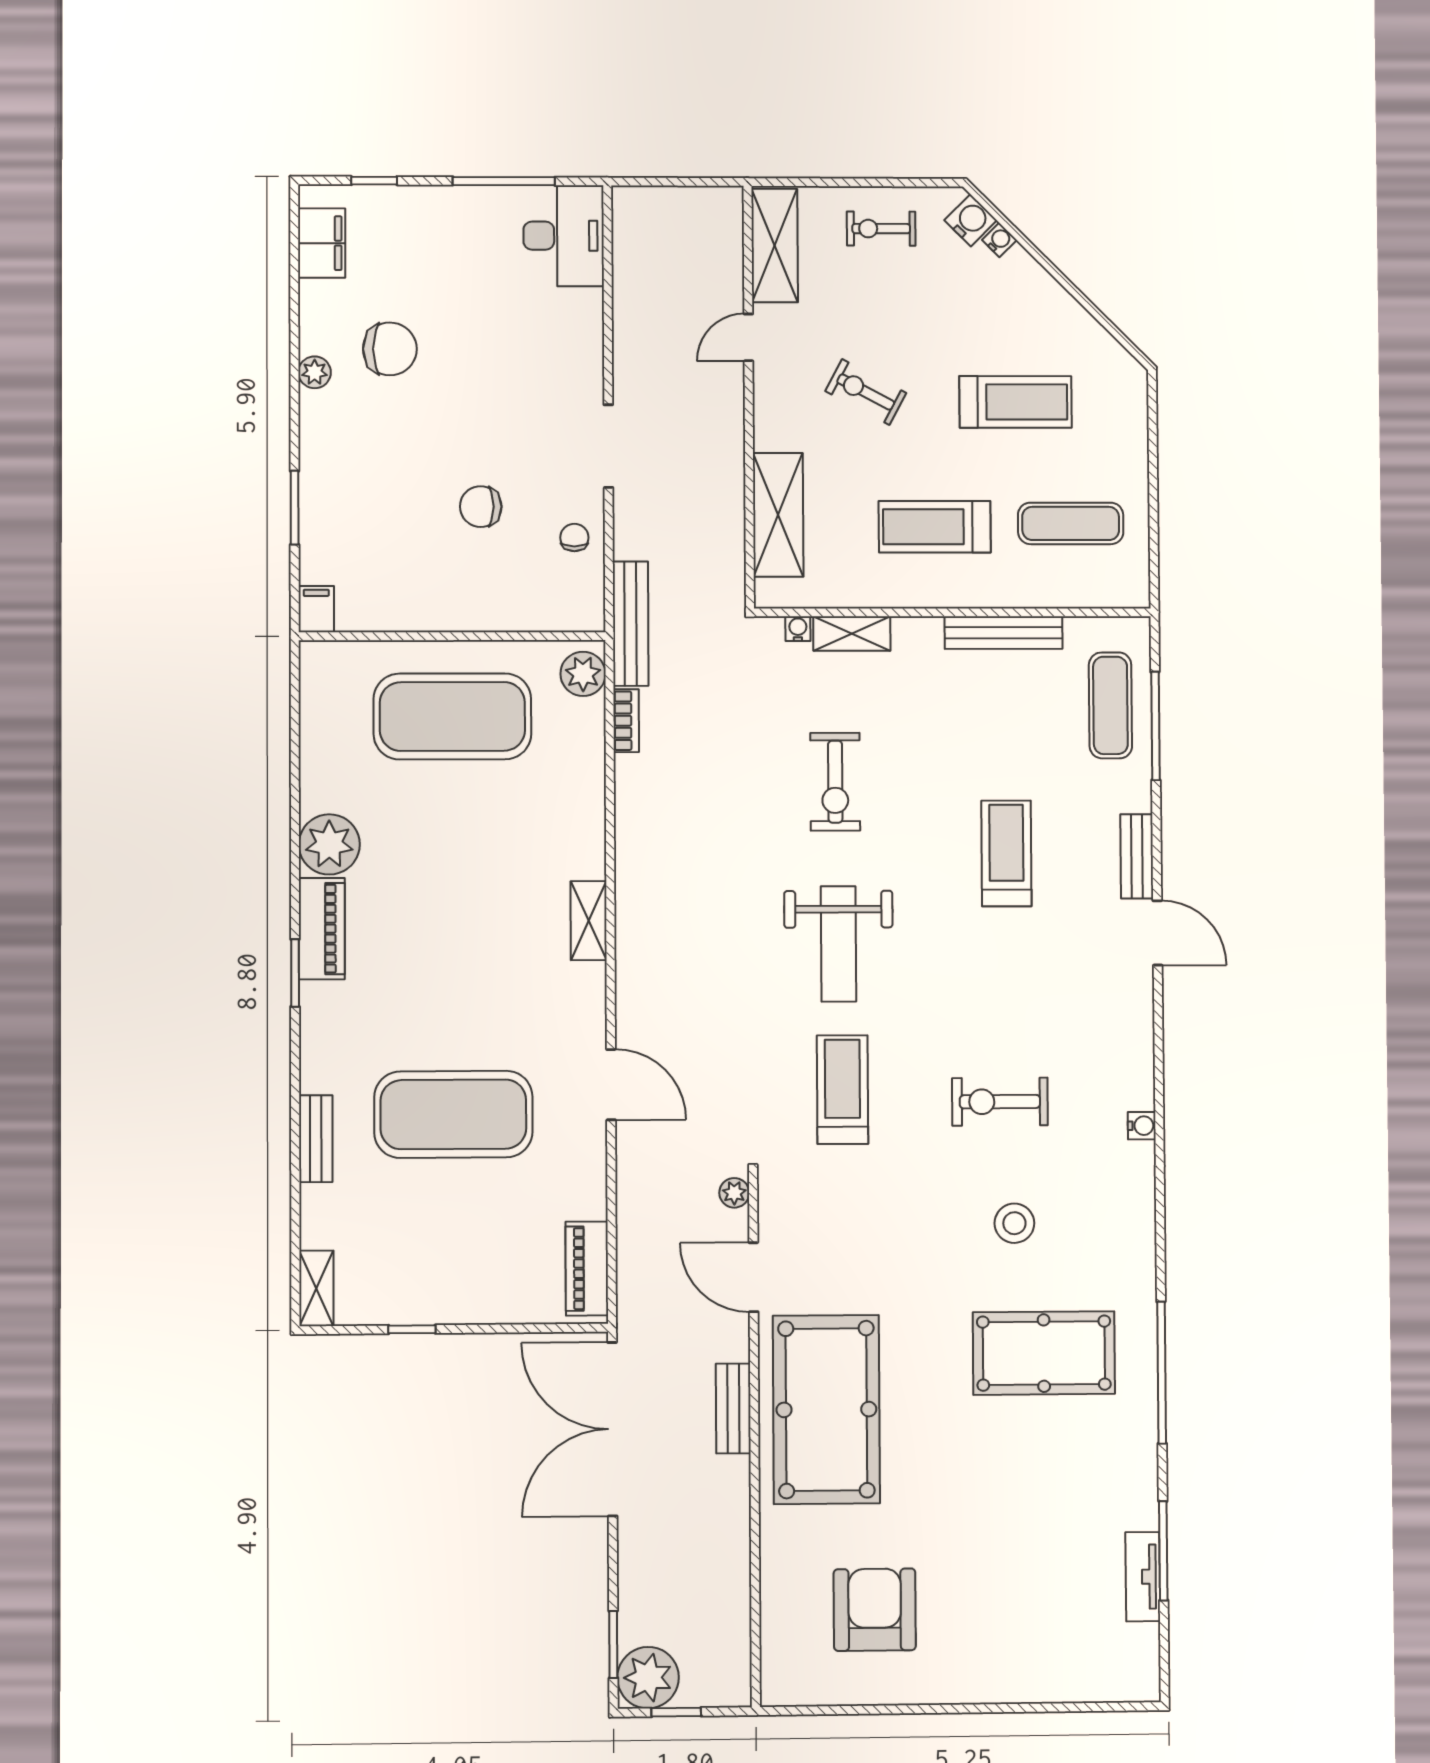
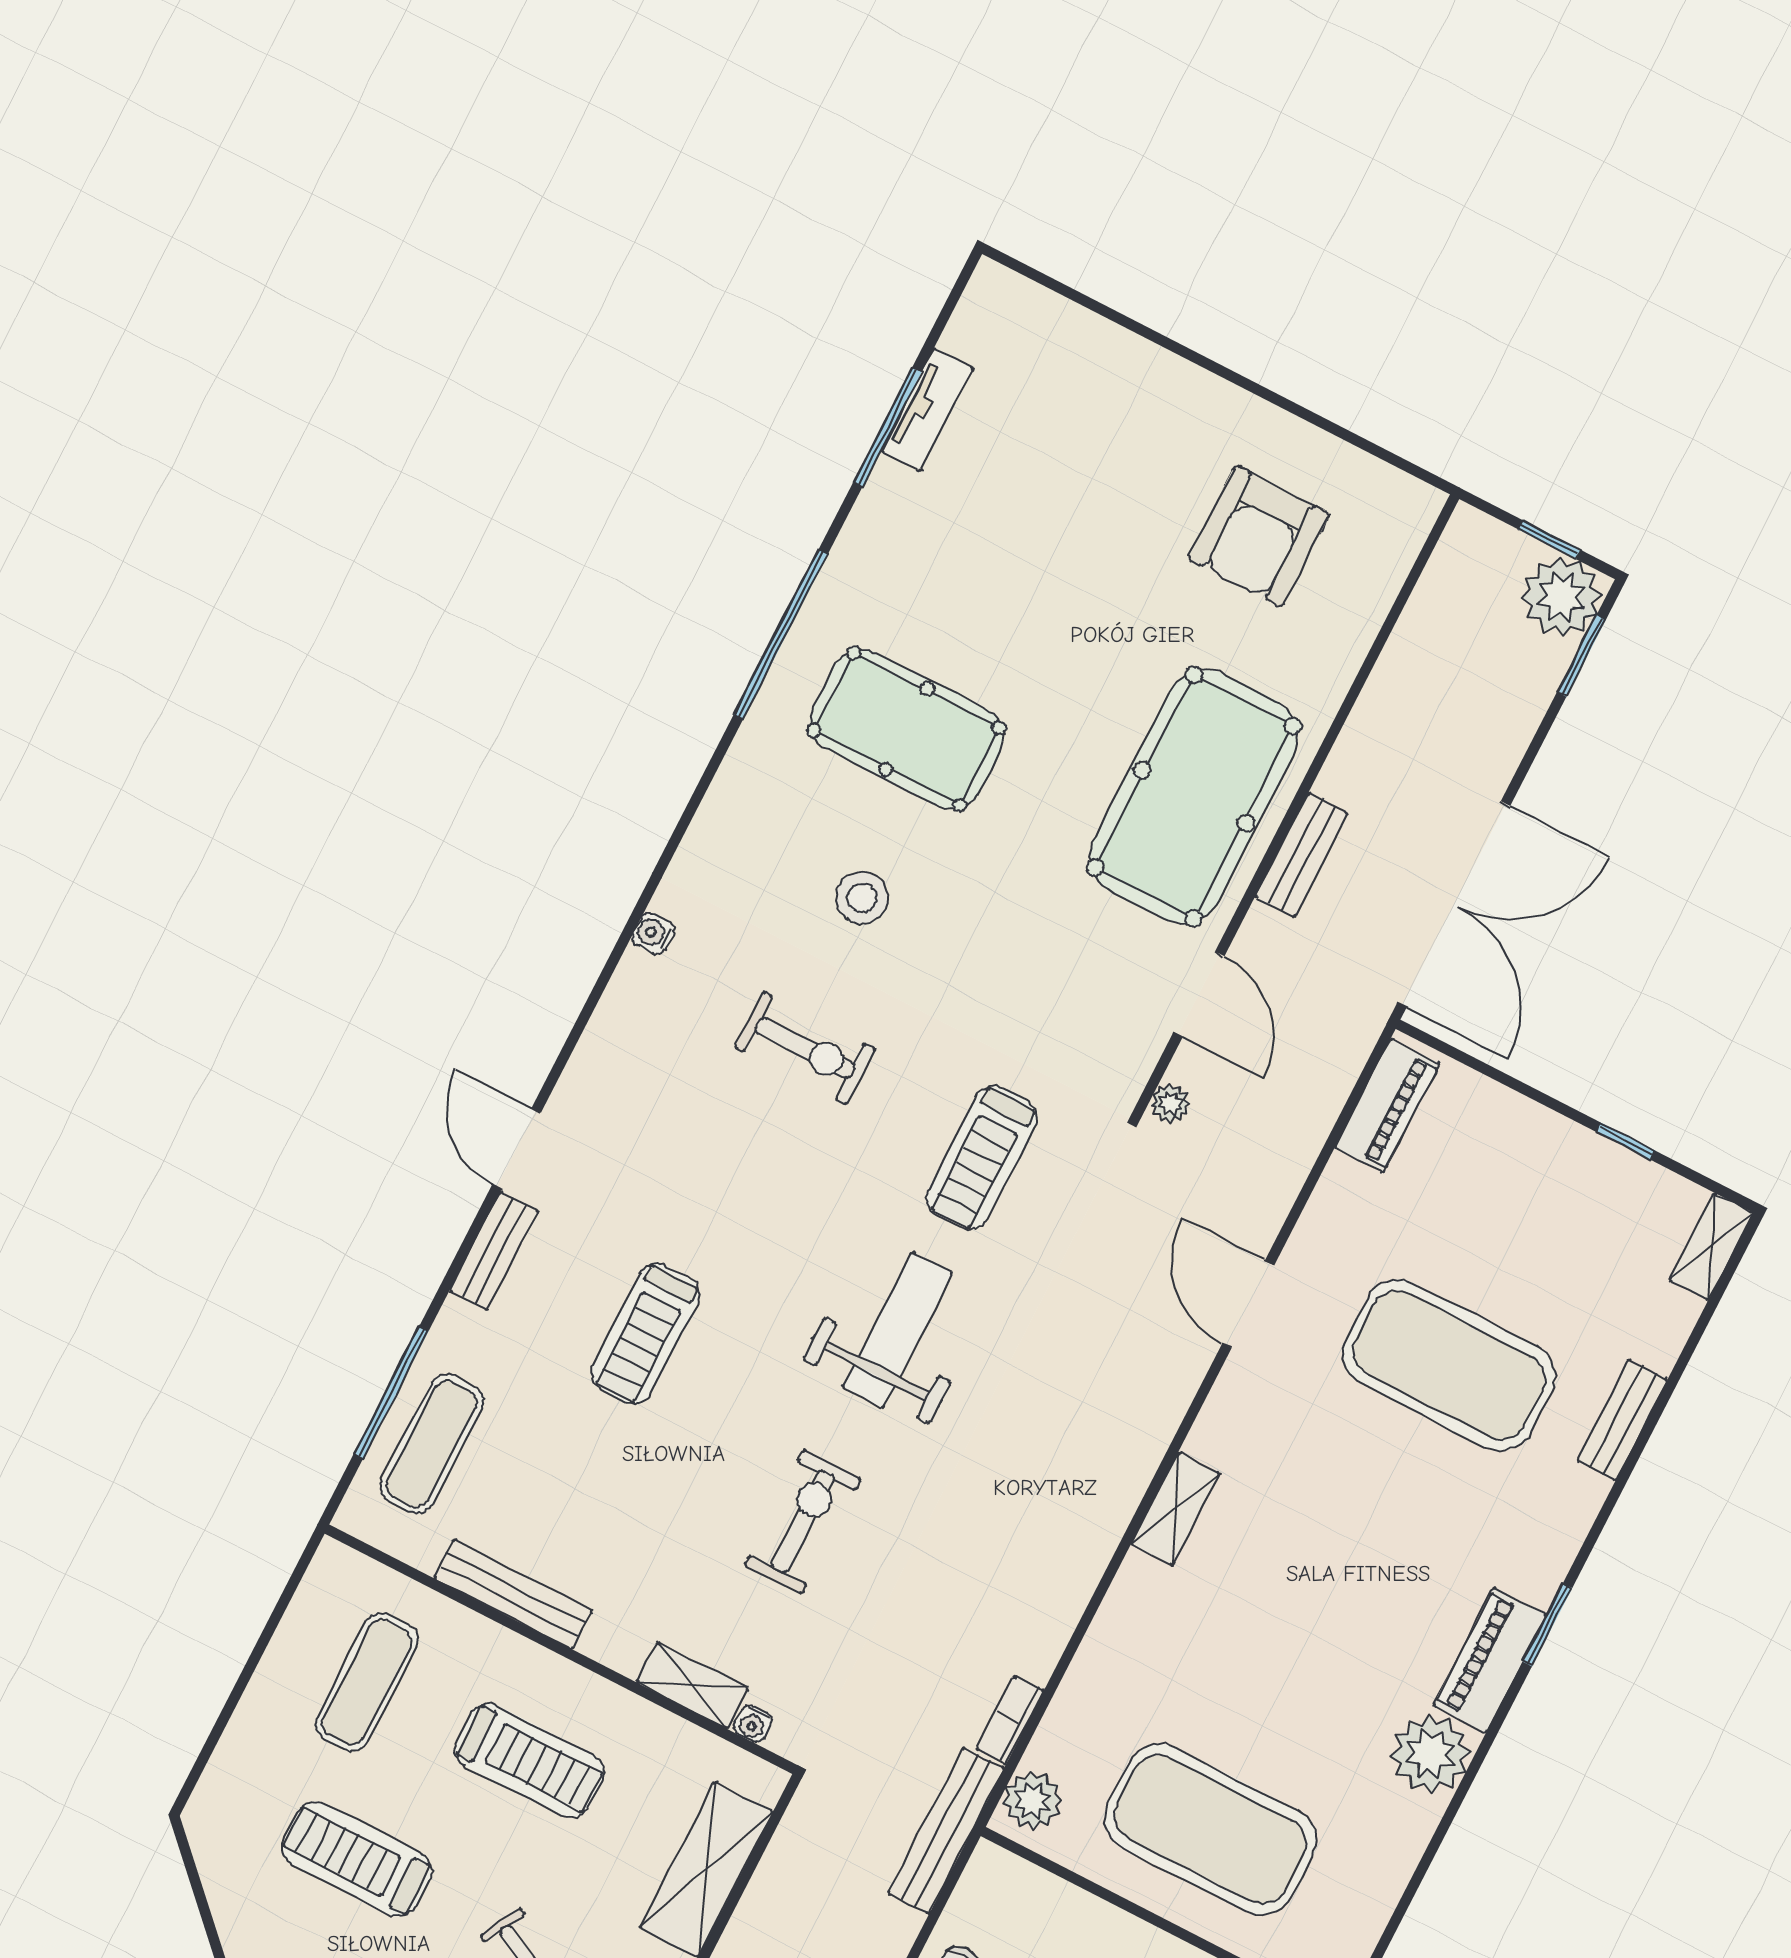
exercise mat: (1071, 523) -> (366, 1682), turned 90

